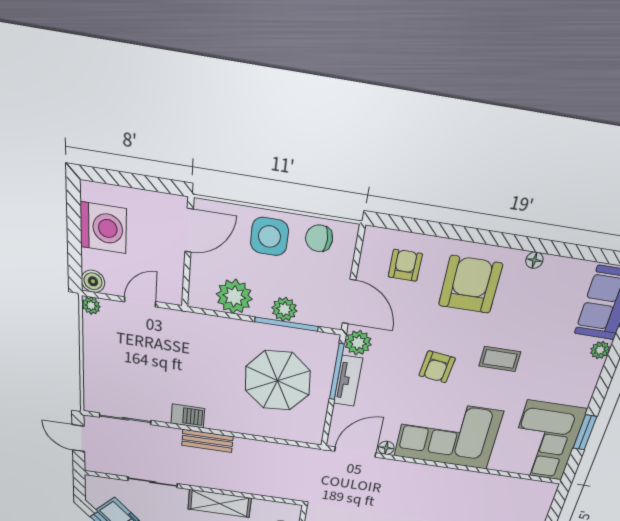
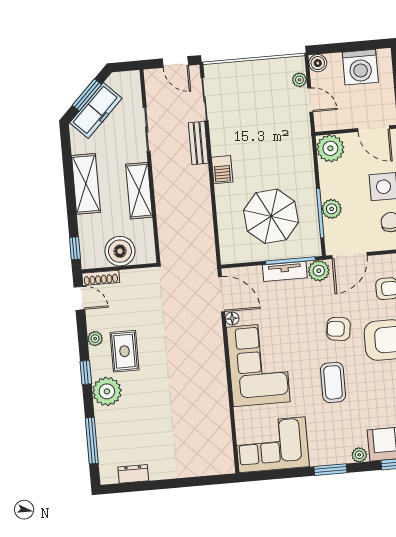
plant: (234, 297) -> (330, 148), moved
plant: (91, 306) -> (299, 80), moved
coffee table: (500, 359) -> (333, 382), width x1.36, depth x1.30
armchair: (437, 367) -> (338, 329), moved
barbecue: (188, 416) -> (222, 170), moved
window: (585, 432) -> (330, 470), moved
door: (78, 438) -> (175, 62), swing flipped
bench: (207, 441) -> (198, 143), moved

